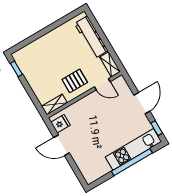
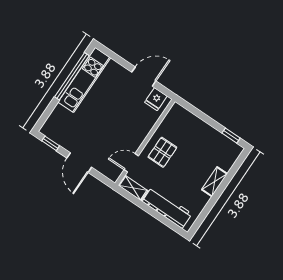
shelving: (55, 104) -> (215, 182), moved
kitchen unit: (133, 149) -> (84, 80), moved
window: (132, 162) -> (72, 76), moved

